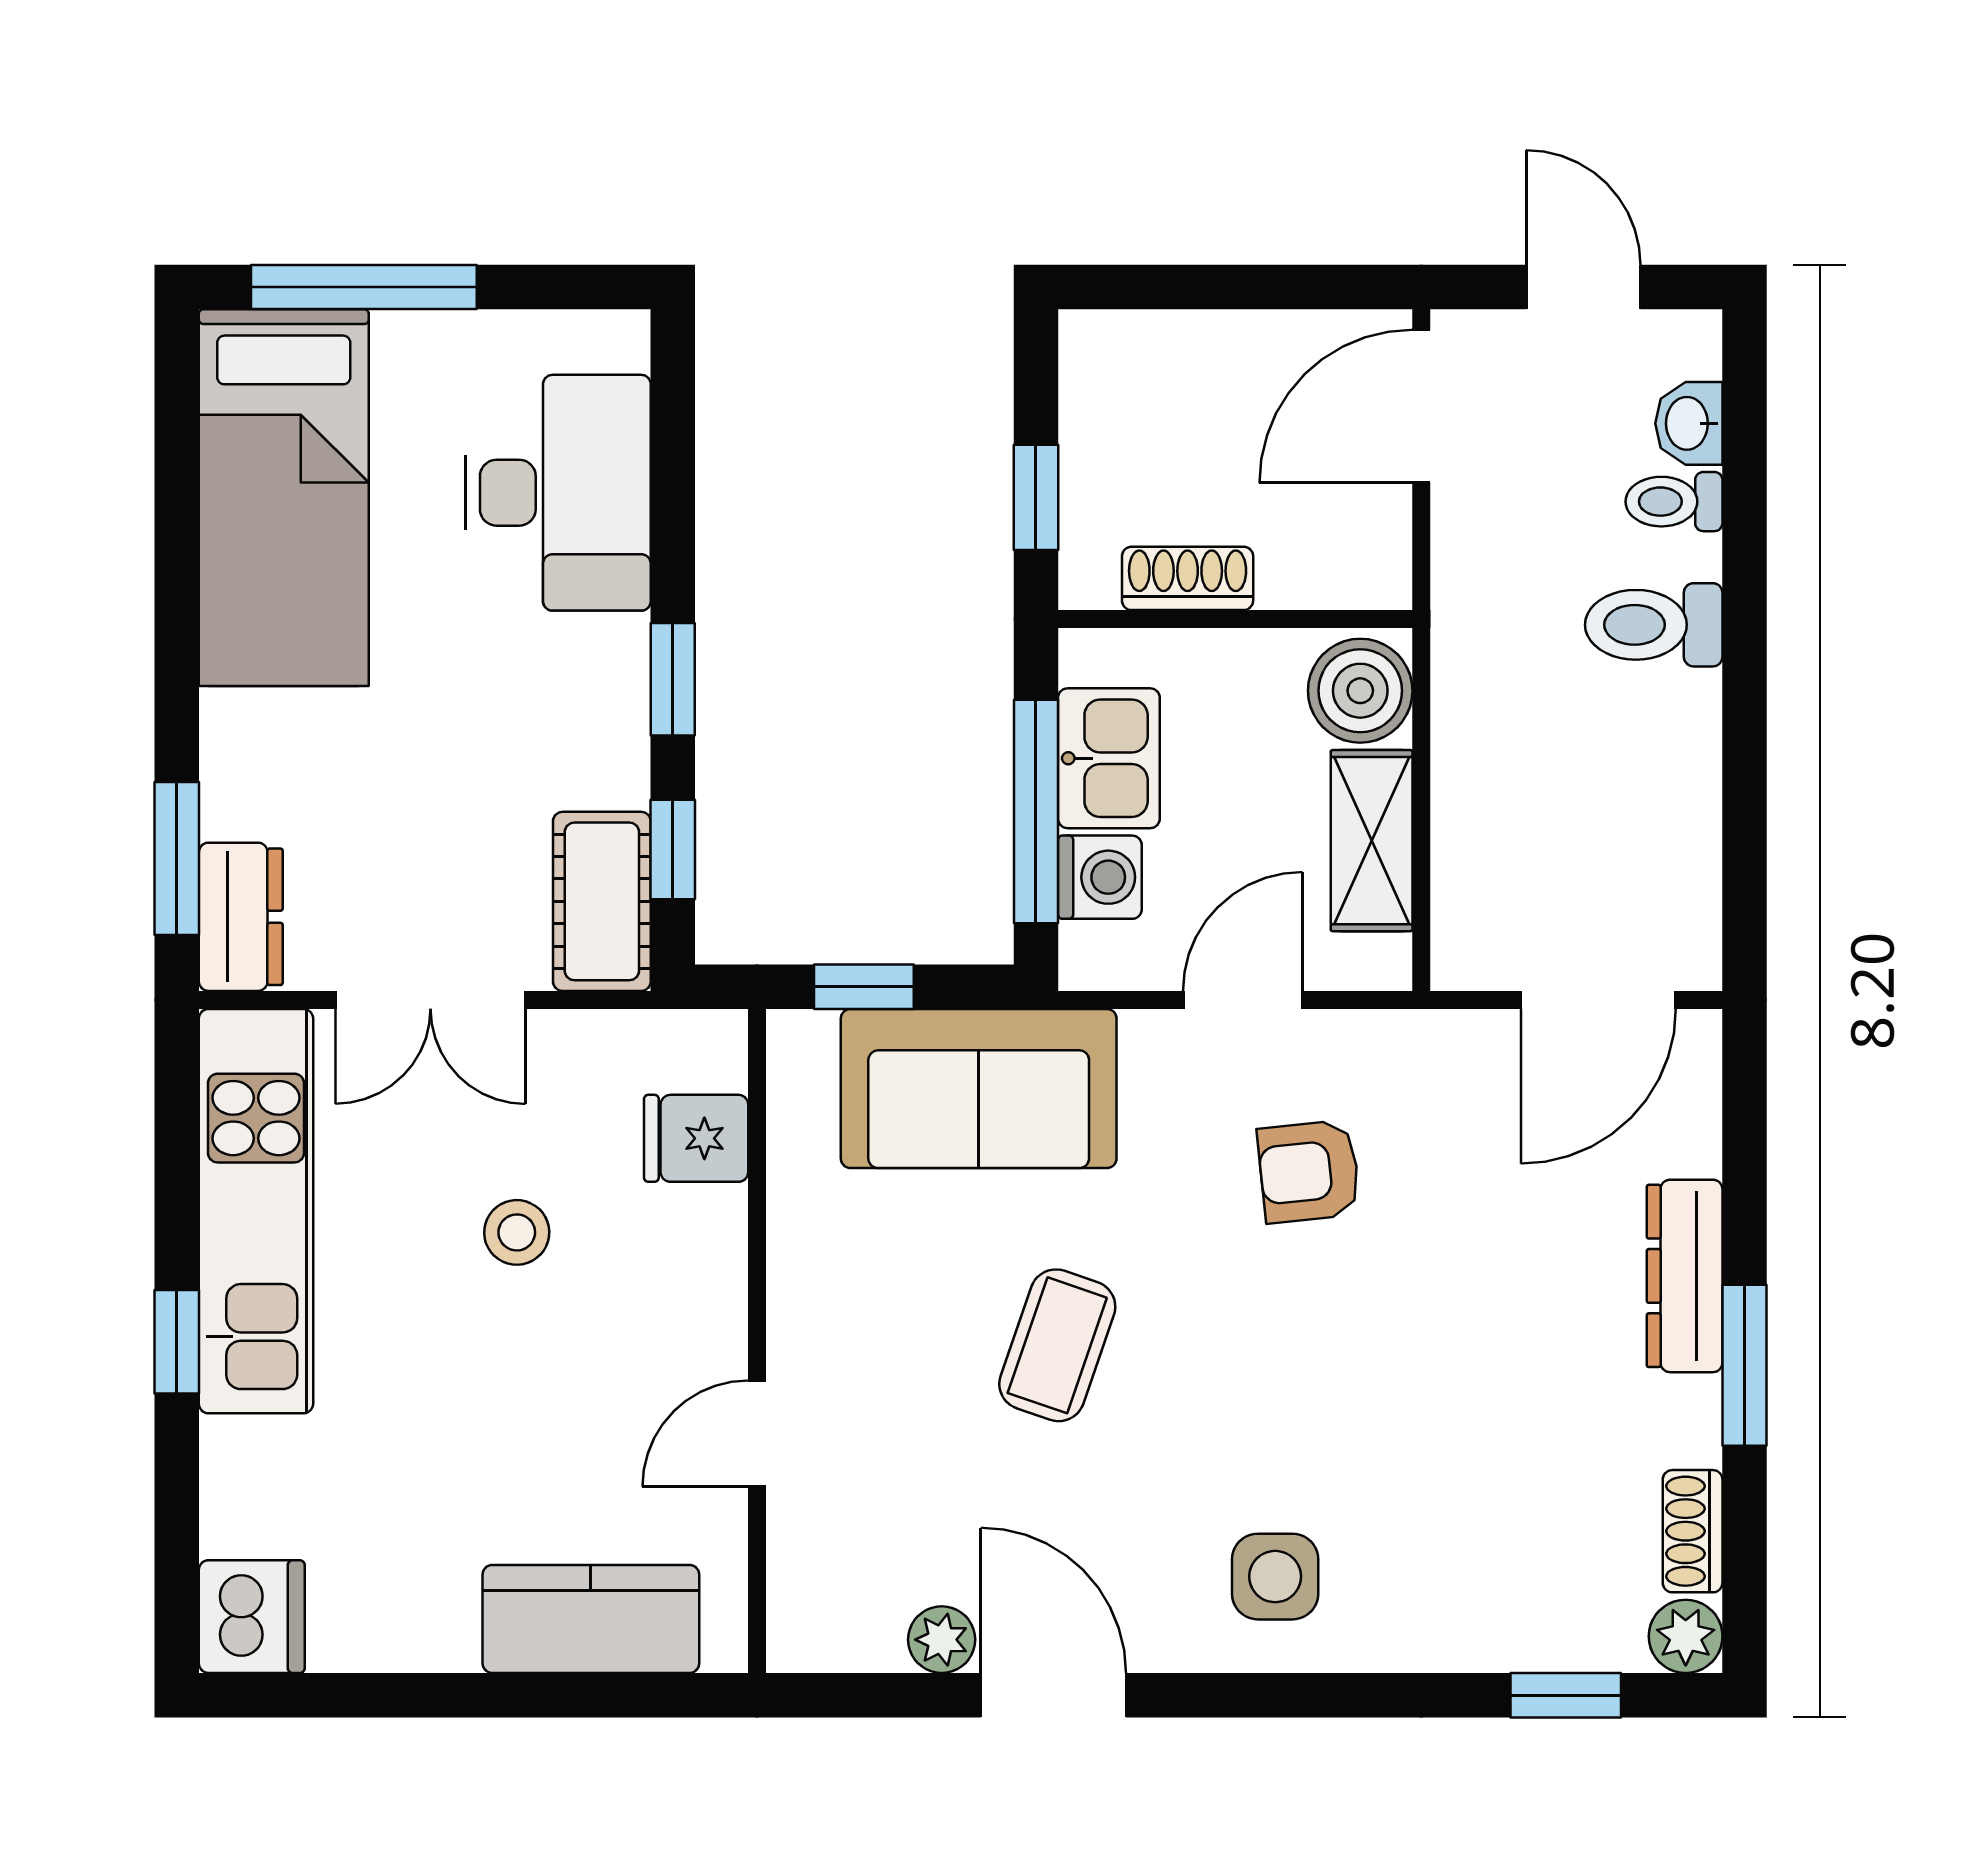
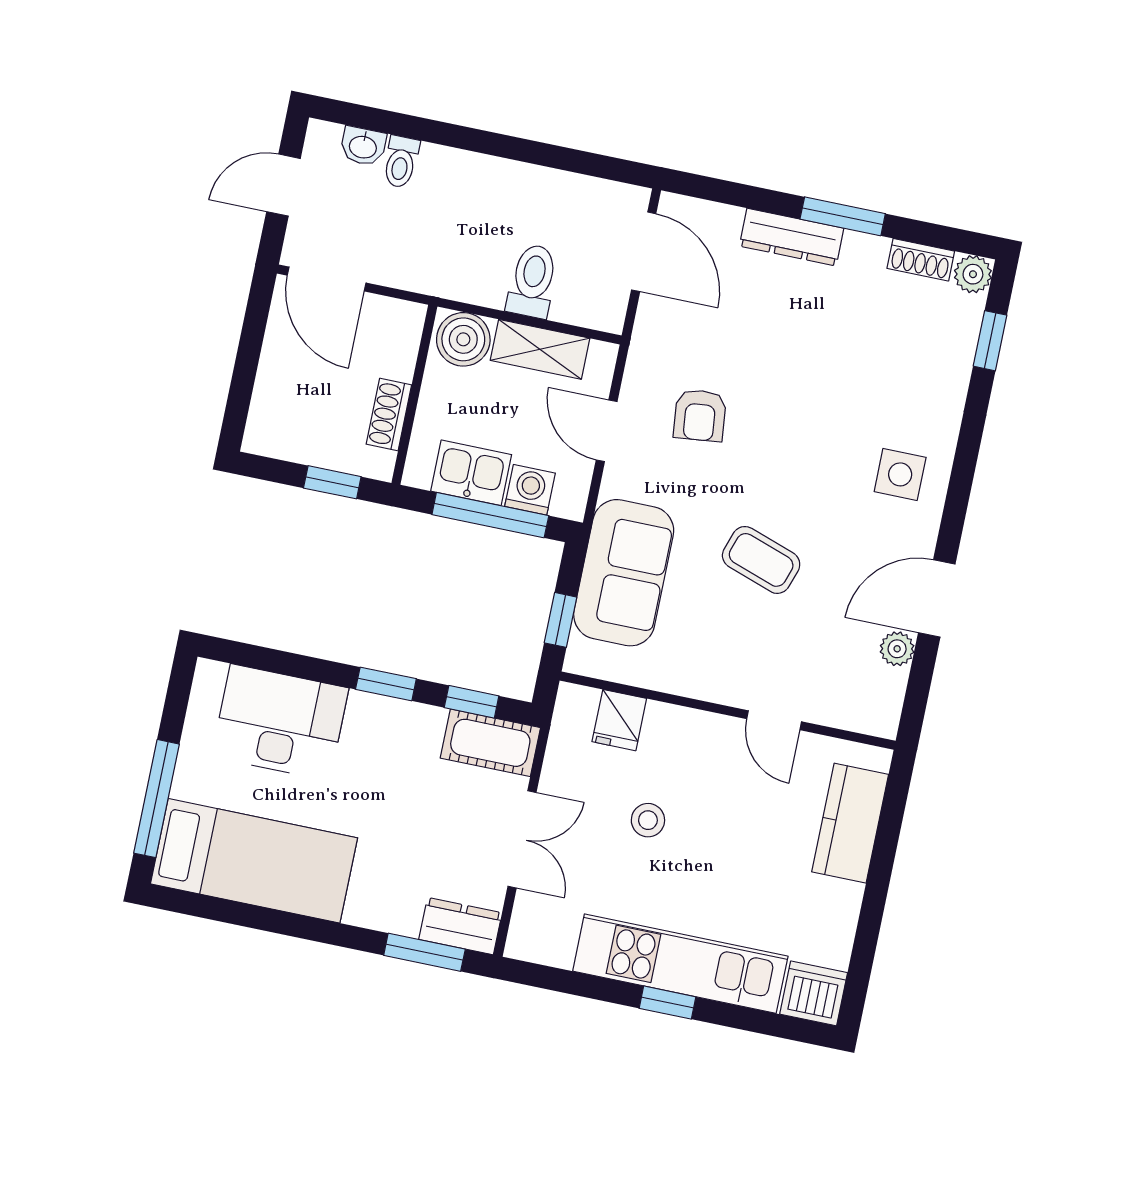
toilet: (1654, 625) -> (533, 281), moved, turned 180
kitchen unit: (256, 1211) -> (680, 964), moved

